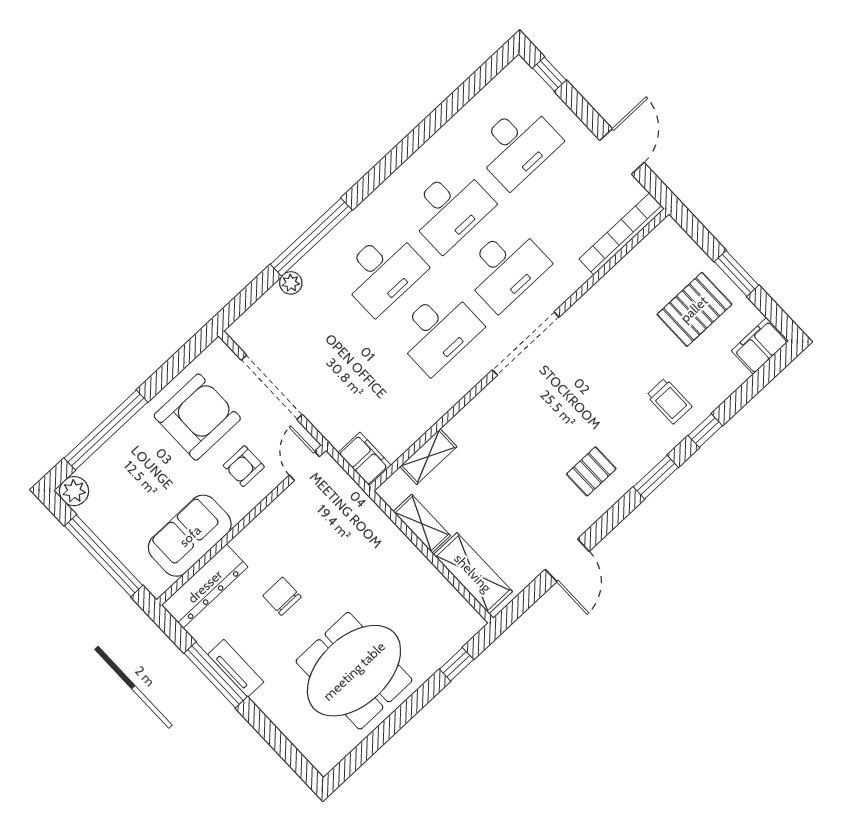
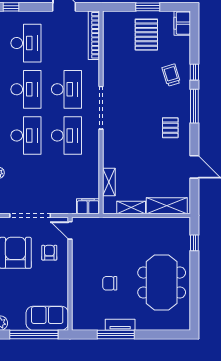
trolley: (669, 401) -> (171, 75), turned -107
armchair: (244, 466) -> (49, 253), turned 180
window: (656, 477) -> (194, 106), width x1.44
sofa: (190, 536) -> (47, 318), moved, turned 90
dresser: (205, 586) -> (80, 308), removed

